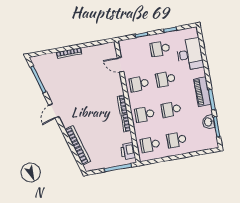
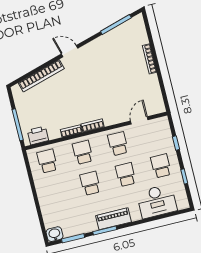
door: (54, 111) -> (70, 51), moved
washbasin: (208, 122) -> (55, 234), moved
school desk: (177, 140) -> (55, 192), removed

